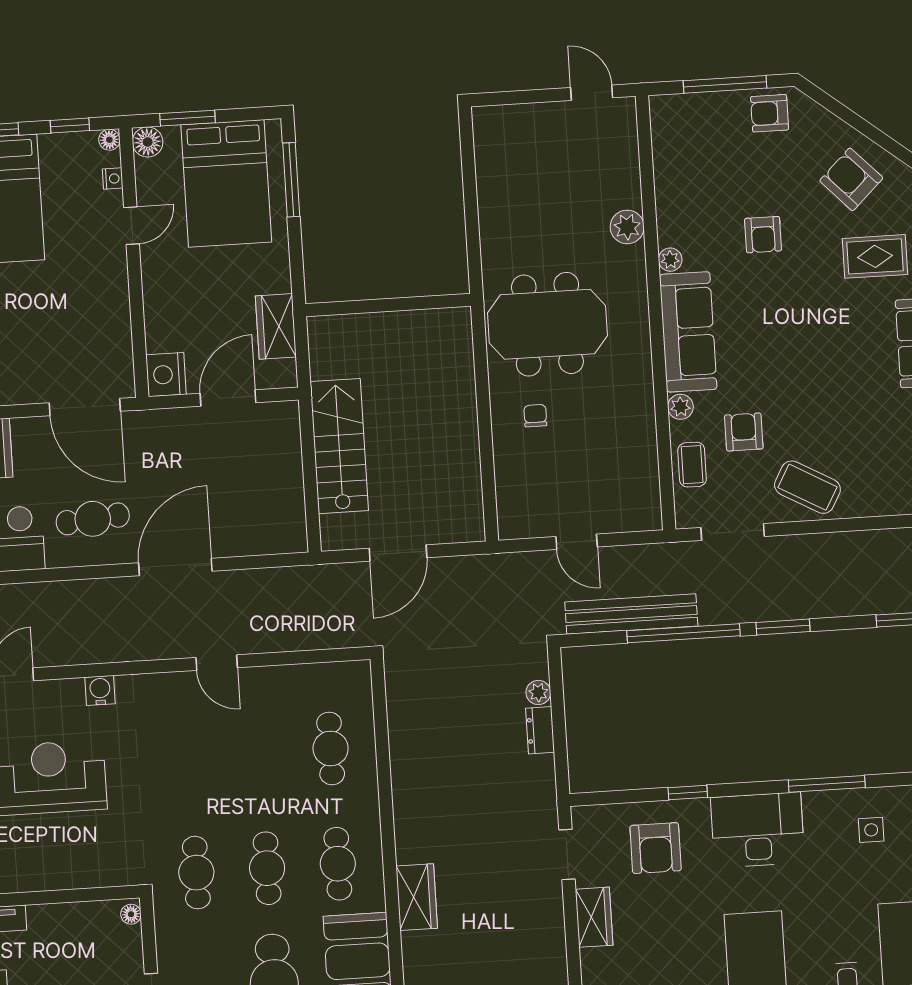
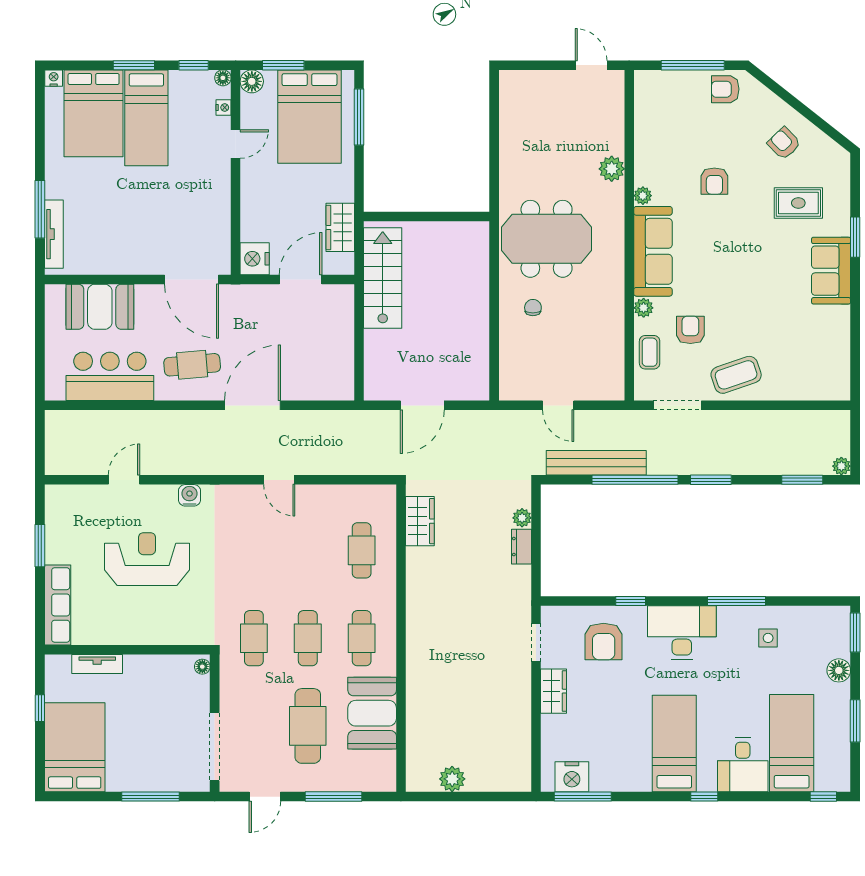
armchair: (851, 179) -> (784, 143), width x0.72, depth x0.72
stairs: (339, 446) -> (383, 278), moved
coffee table: (807, 487) -> (736, 375), turned -48
wardrobe: (417, 897) -> (420, 521), moved

